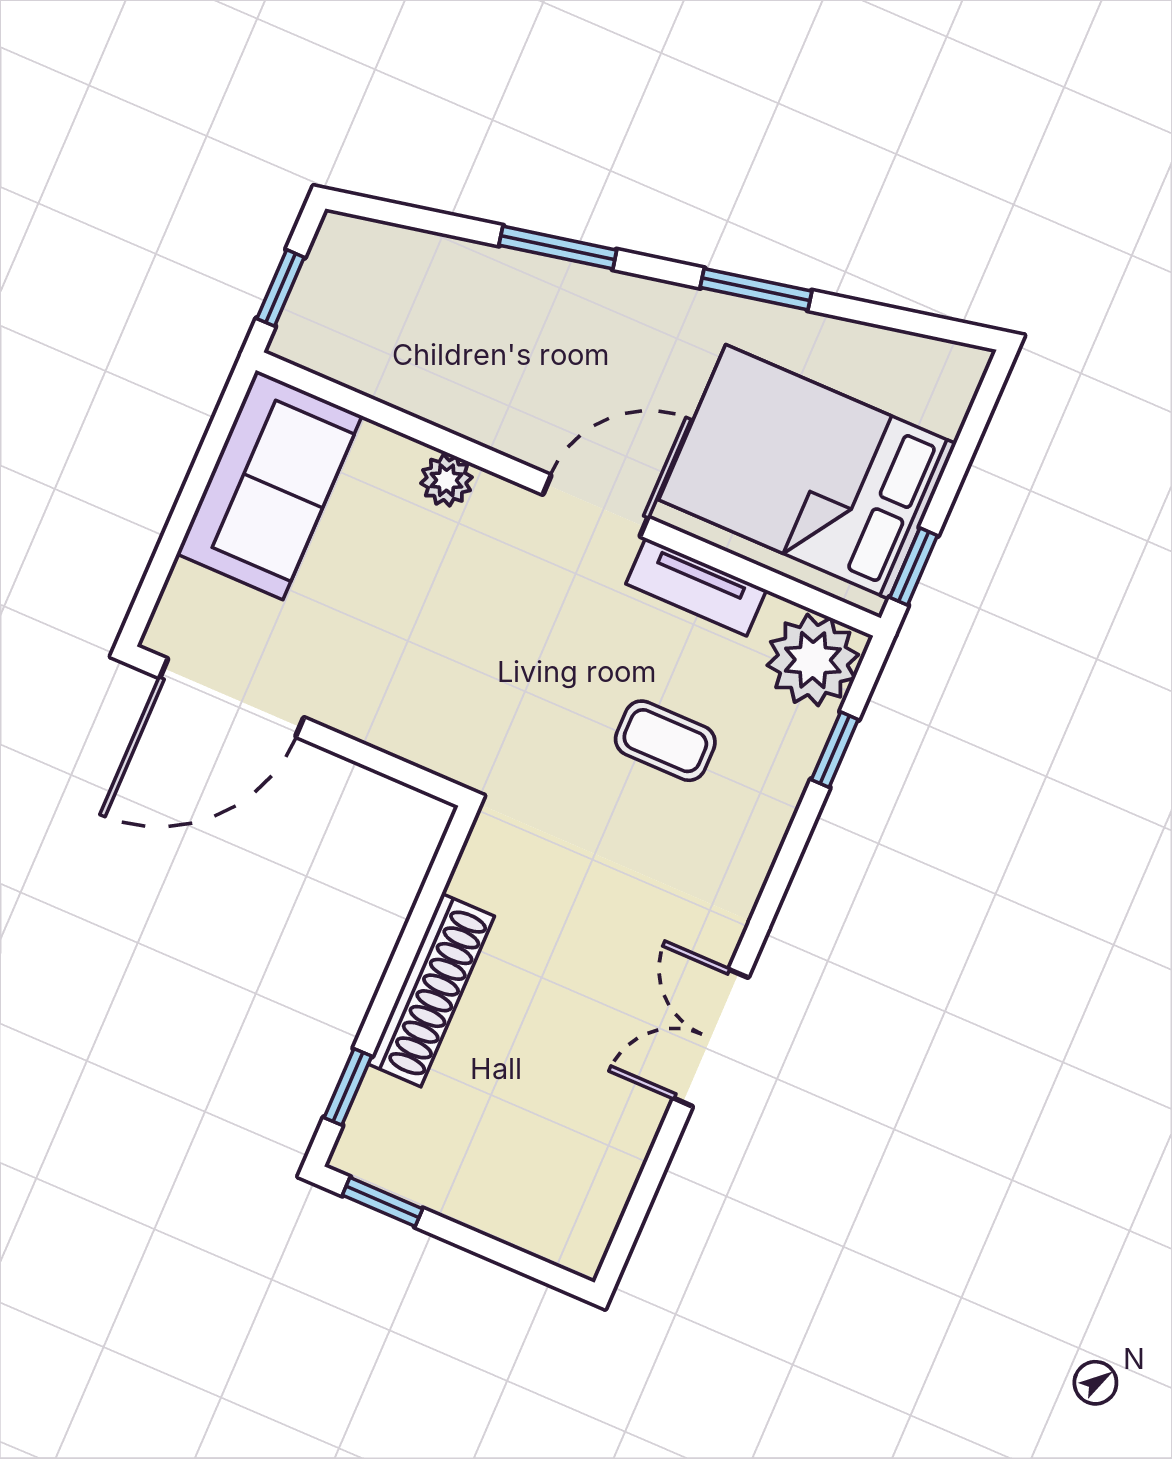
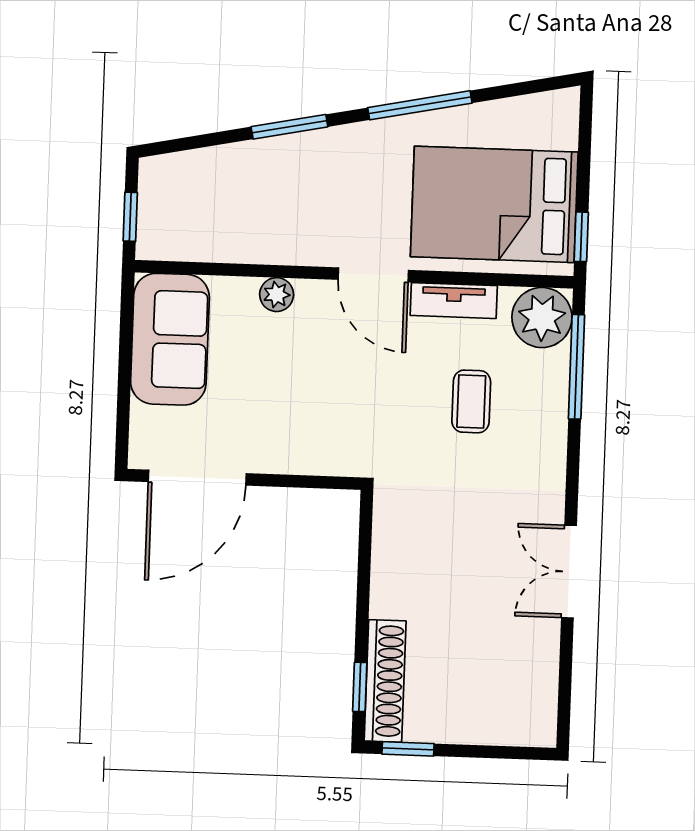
window: (756, 289) -> (420, 105), width x1.44
door: (596, 506) -> (373, 275), swing flipped
coffee table: (665, 741) -> (471, 401), turned 90
window: (835, 750) -> (576, 367), width x2.17
shoe rack: (431, 990) -> (385, 681), moved

